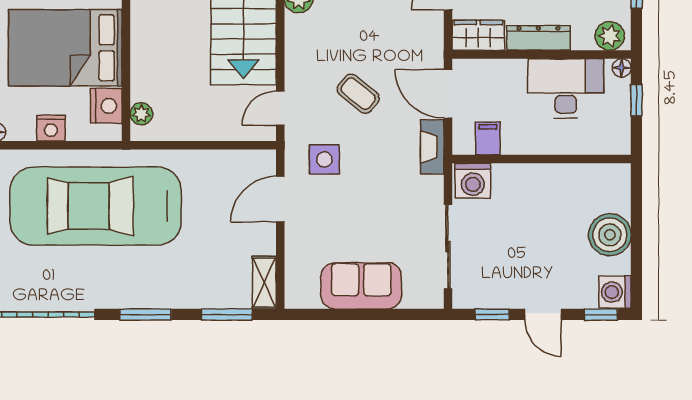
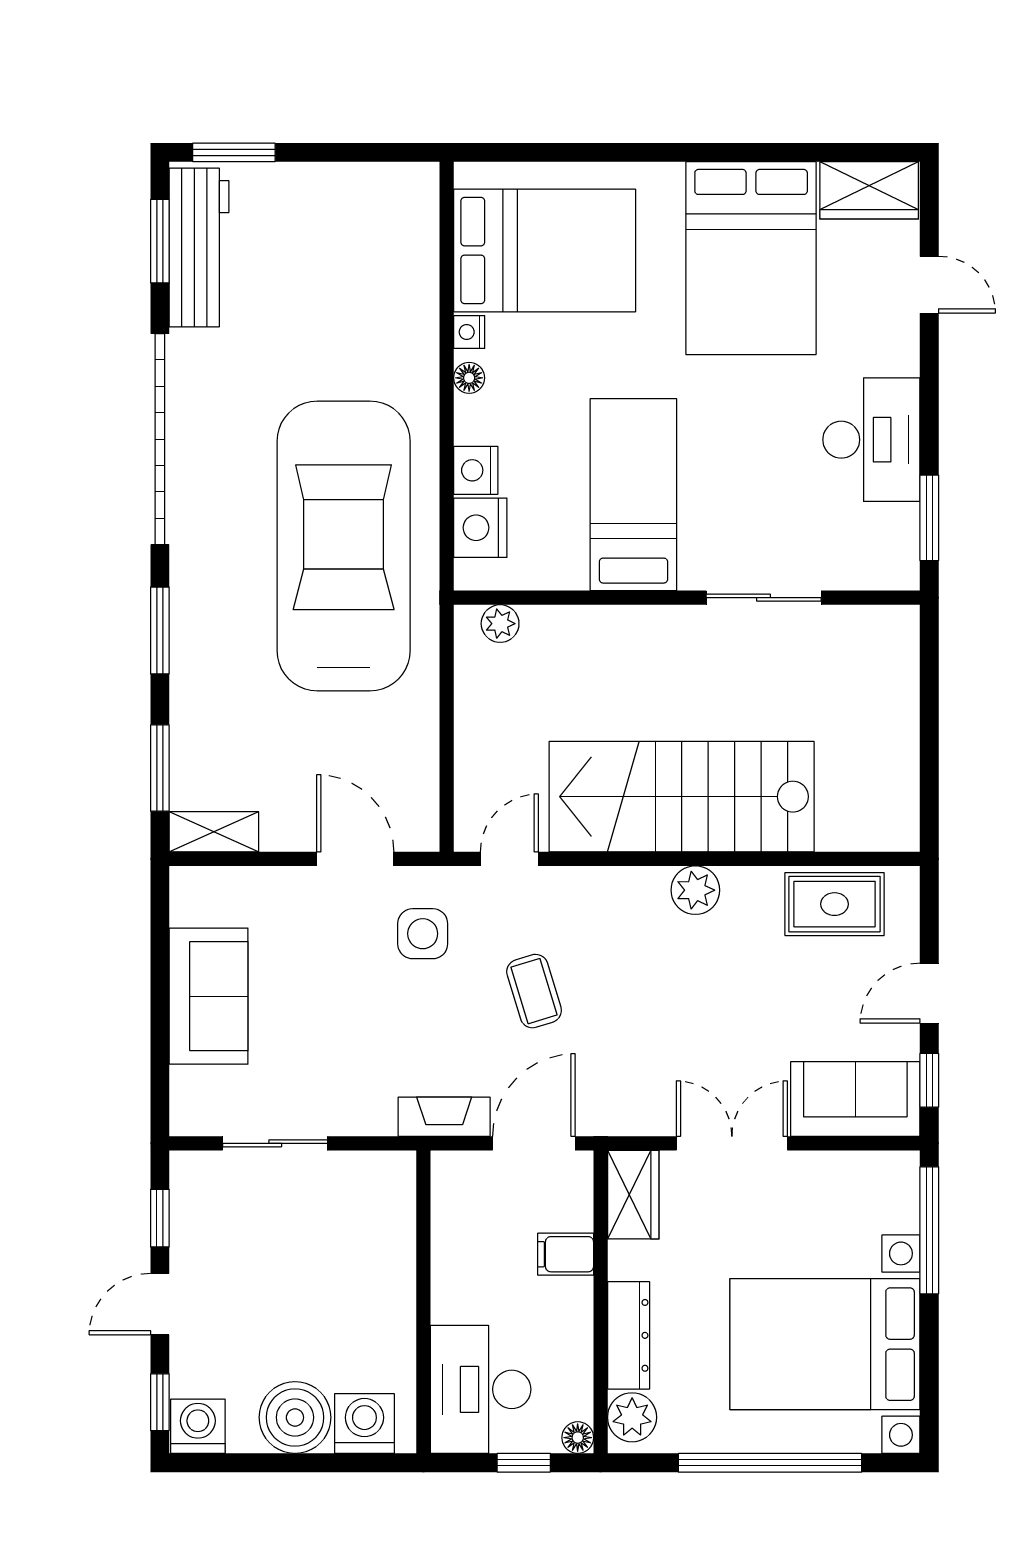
dresser: (538, 38) -> (629, 1335), moved
bed: (65, 48) -> (633, 495), width x0.67
desk: (566, 88) -> (481, 1389), moved, turned 180
coffee table: (358, 94) -> (534, 991), turned -56
nightstand: (106, 106) -> (480, 528), moved, turned 90
door: (280, 108) -> (509, 859), hinge flipped
filing cabinet: (488, 138) -> (566, 1254), moved, turned 180
washing machine: (473, 181) -> (364, 1424), moved, turned 90
sliding door: (448, 246) -> (275, 1143), width x0.73

